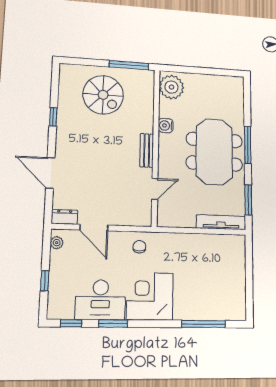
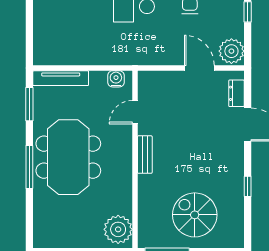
water cooler: (166, 126) -> (116, 79), moved, turned -90
dresser: (64, 217) -> (236, 93), moved, turned 90
plant: (57, 243) -> (231, 51), width x1.87, depth x1.87
chair: (139, 247) -> (150, 49), removed

